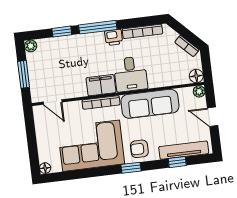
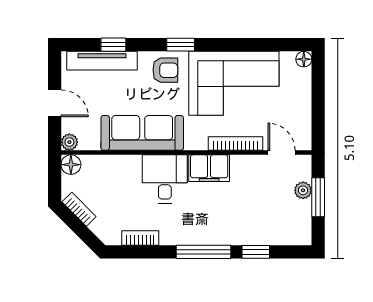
bookcase: (142, 31) -> (140, 238), width x0.64
printer: (114, 37) -> (183, 235), removed
plant: (31, 46) -> (303, 190), moved
bookcase: (101, 102) -> (236, 143), moved

